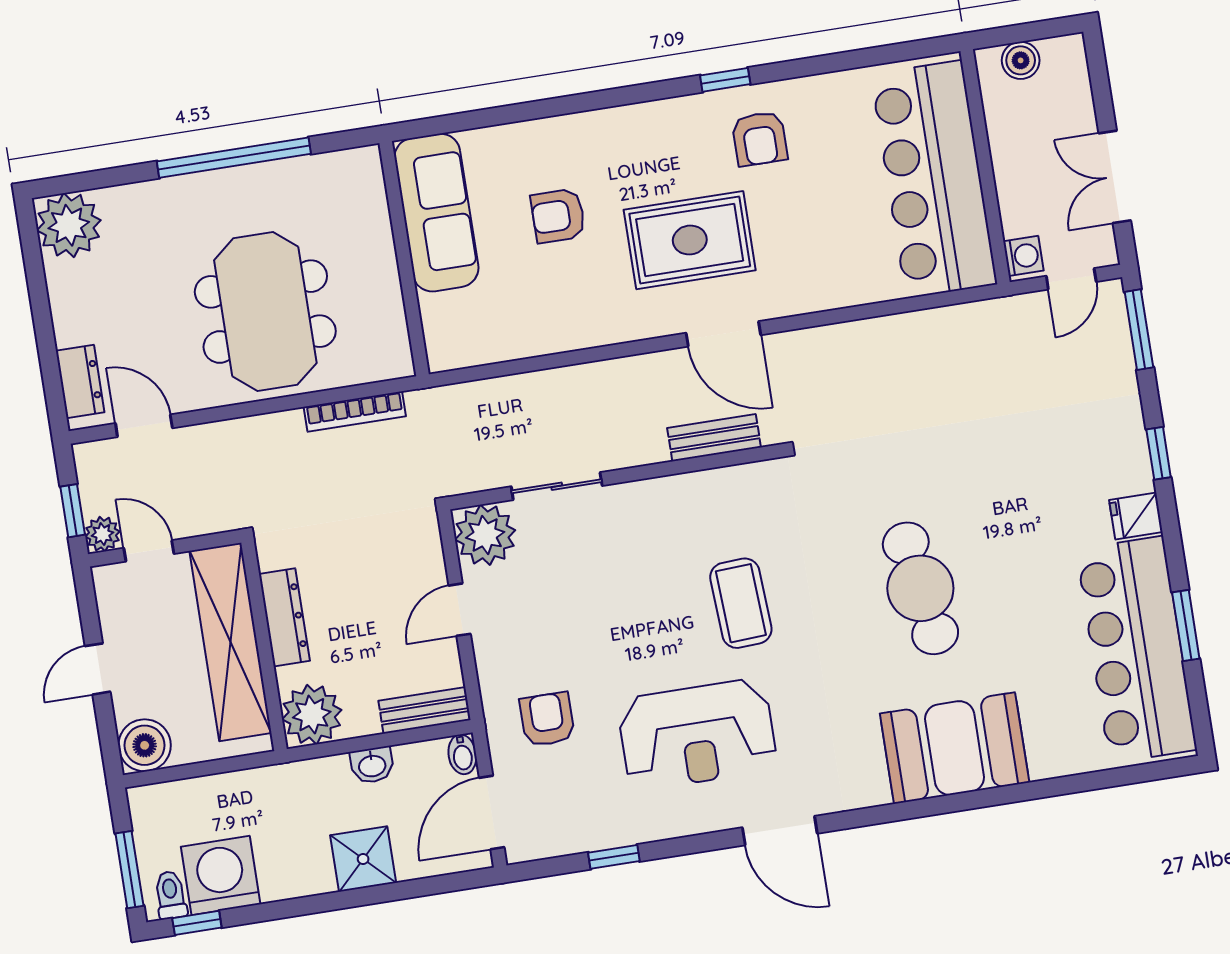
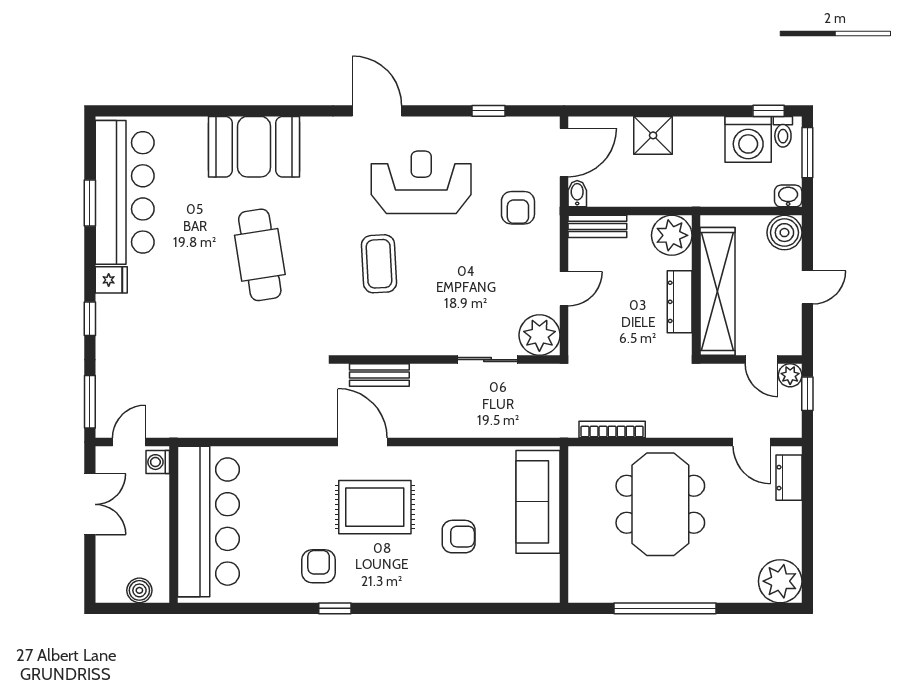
sofa: (436, 213) -> (538, 502), moved
washbasin: (372, 765) -> (788, 196), moved

